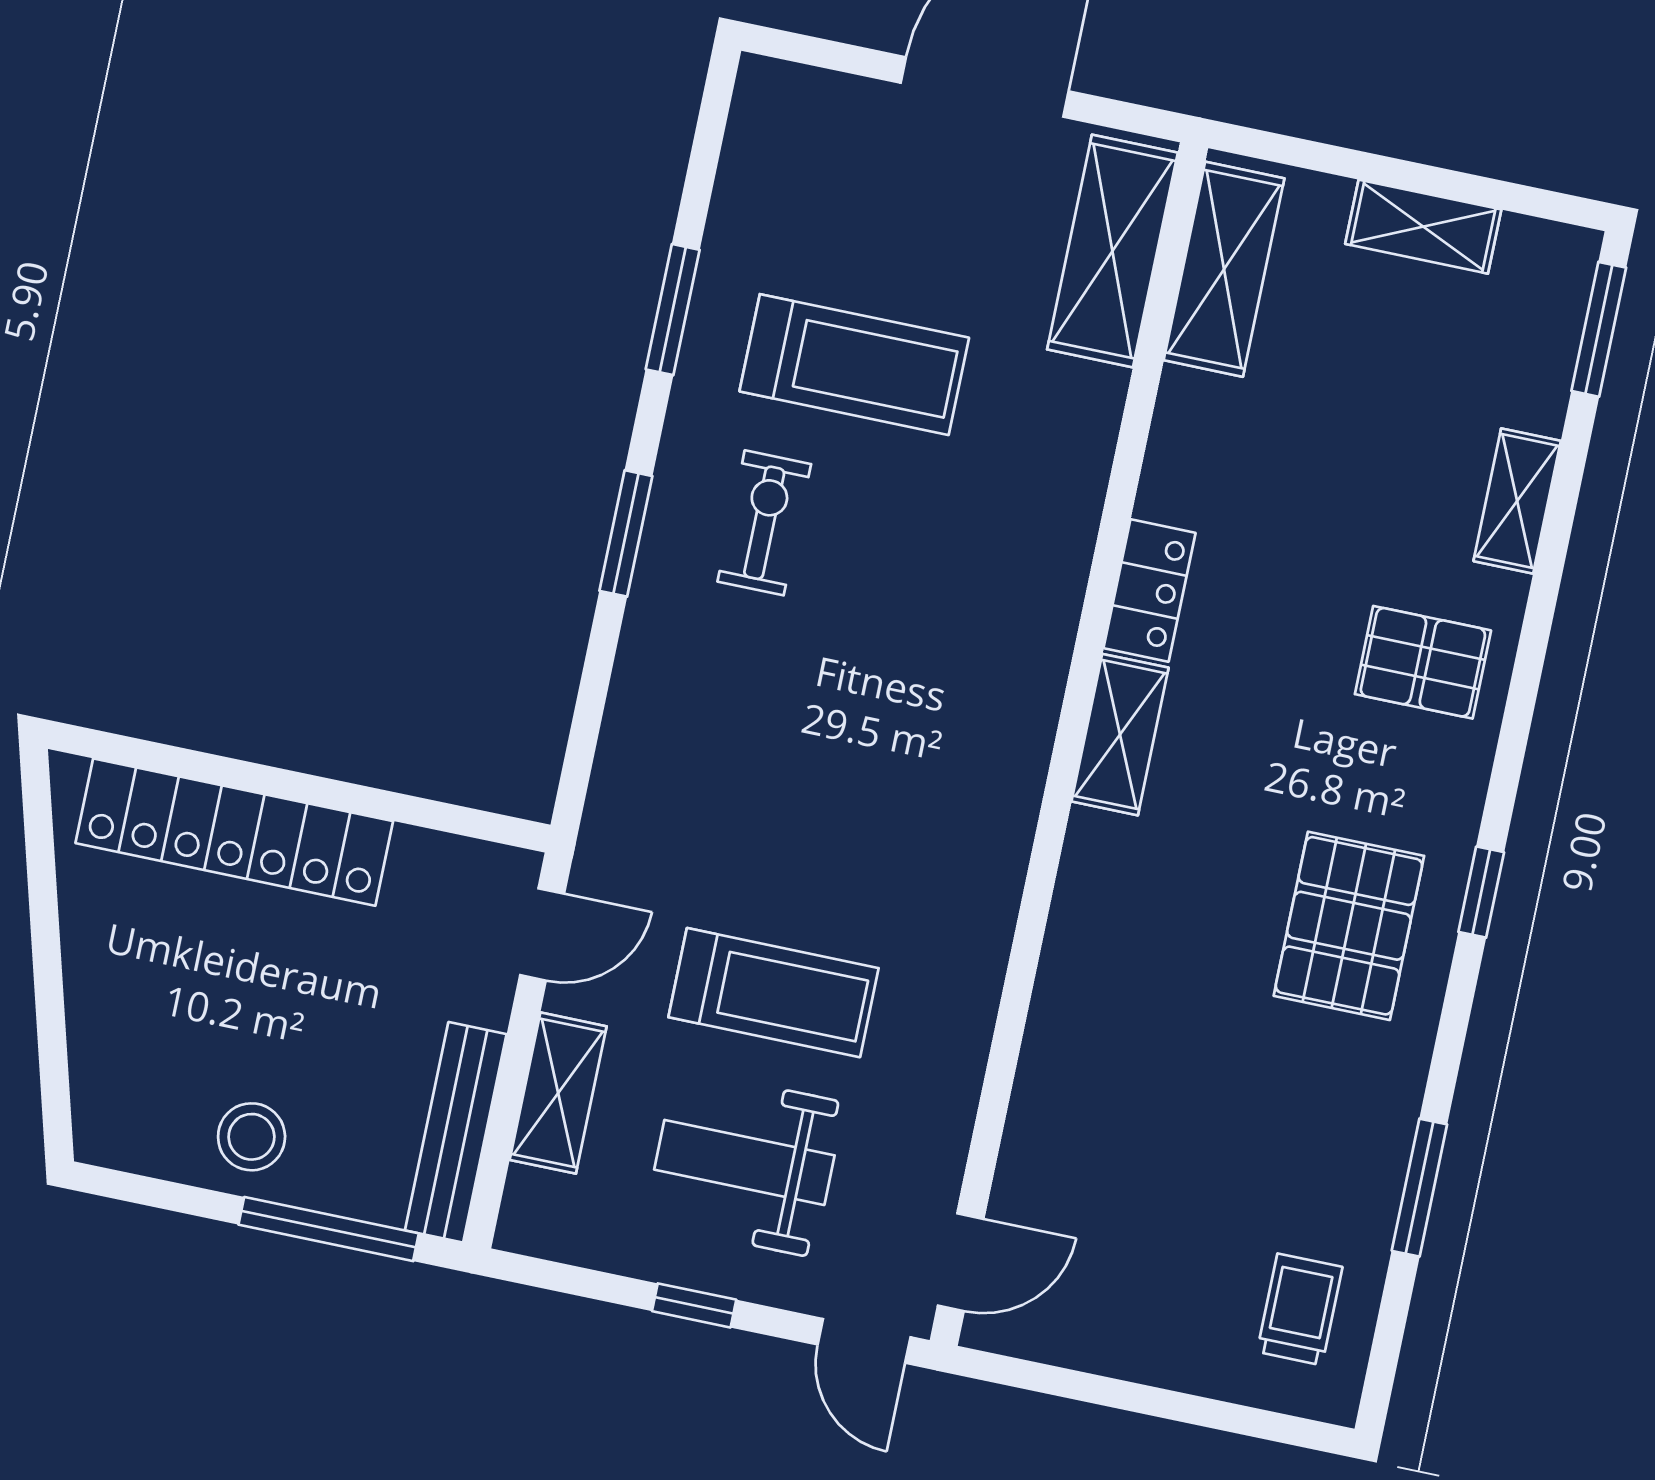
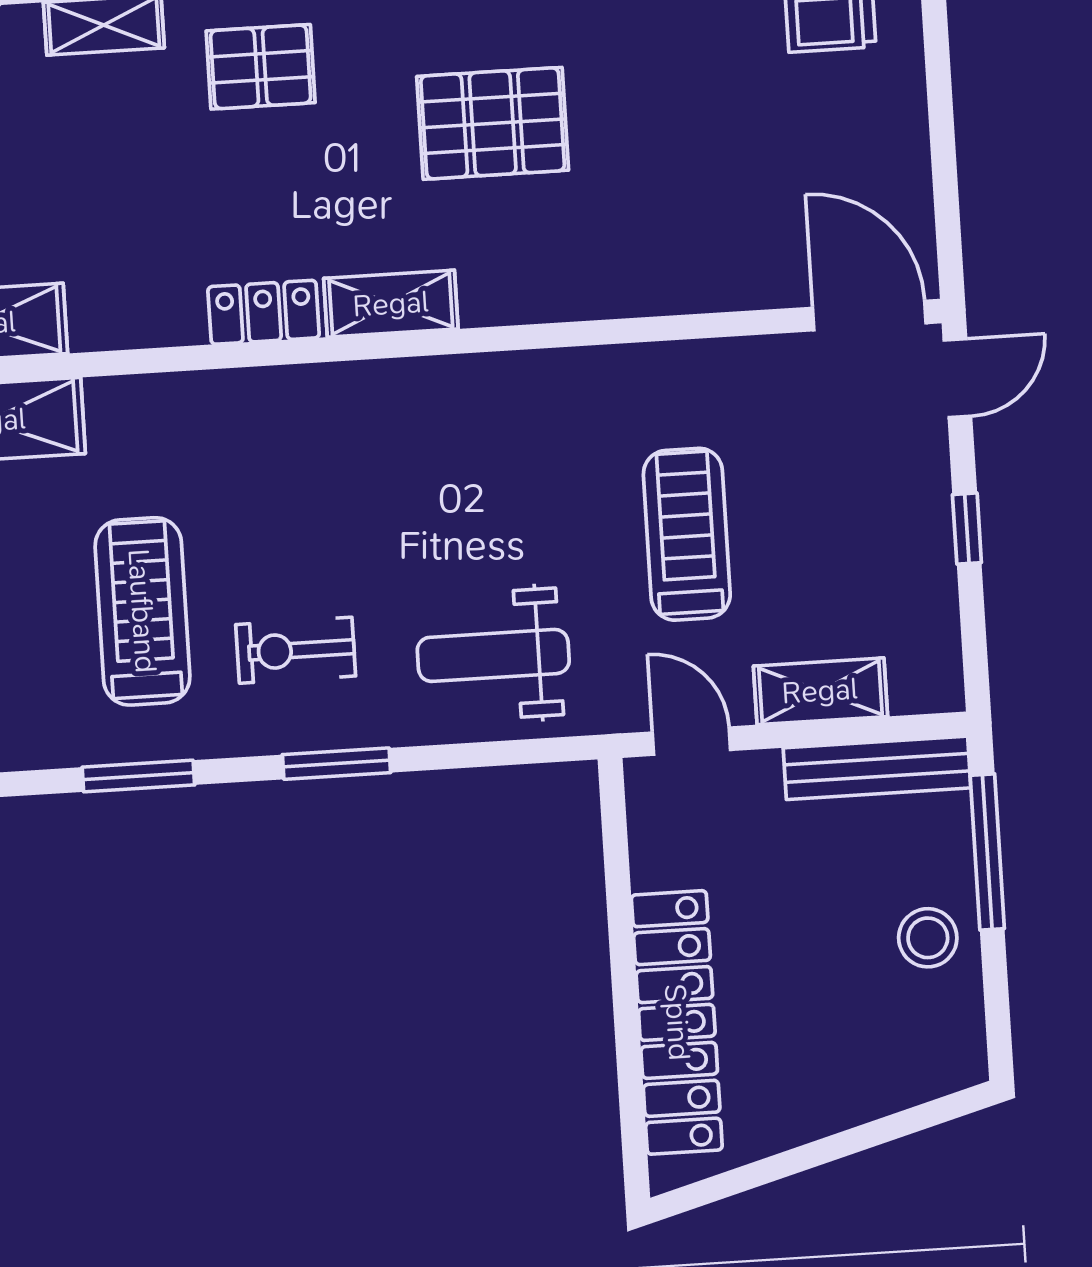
pallet: (1423, 662) -> (261, 67), turned 90
pallet: (1349, 926) -> (493, 123), moved
weight bench: (744, 1162) -> (493, 655), moved, turned 90
door: (961, 1262) -> (869, 315), width x1.38

